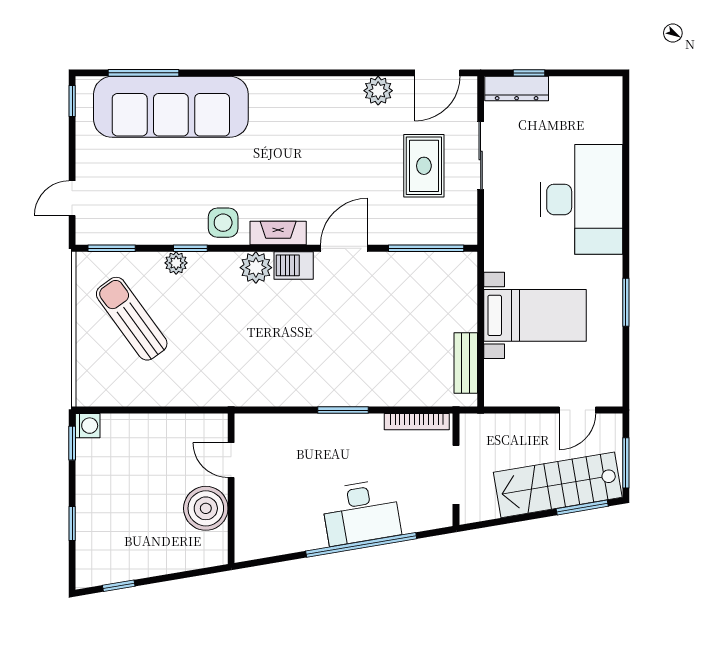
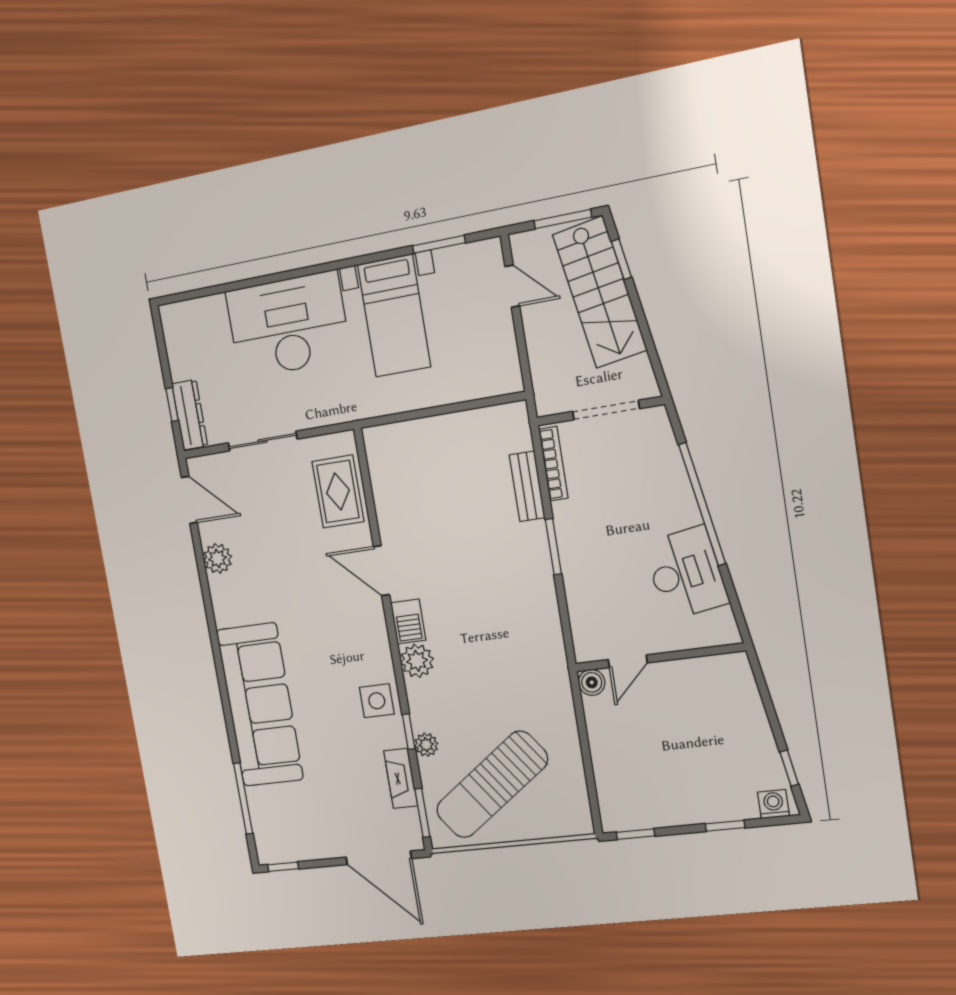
sofa: (171, 107) -> (260, 705), moved
rug: (424, 166) -> (338, 492), moved, turned 90
door: (72, 198) -> (379, 858), width x1.88
fireplace: (278, 233) -> (401, 778), moved
window: (426, 248) -> (367, 483), removed
window: (626, 302) -> (439, 244), moved
bed with nightstands: (535, 315) -> (394, 316), moved, turned 180
sun lounger: (132, 319) -> (492, 785), width x1.36, depth x1.34
bench: (466, 363) -> (527, 486), moved, turned 90
washing machine: (88, 426) -> (774, 804), moved
window: (582, 507) -> (621, 259), width x0.67
boiler: (206, 508) -> (592, 682), moved, width x0.54, depth x0.54
desk: (361, 512) -> (686, 573), moved

